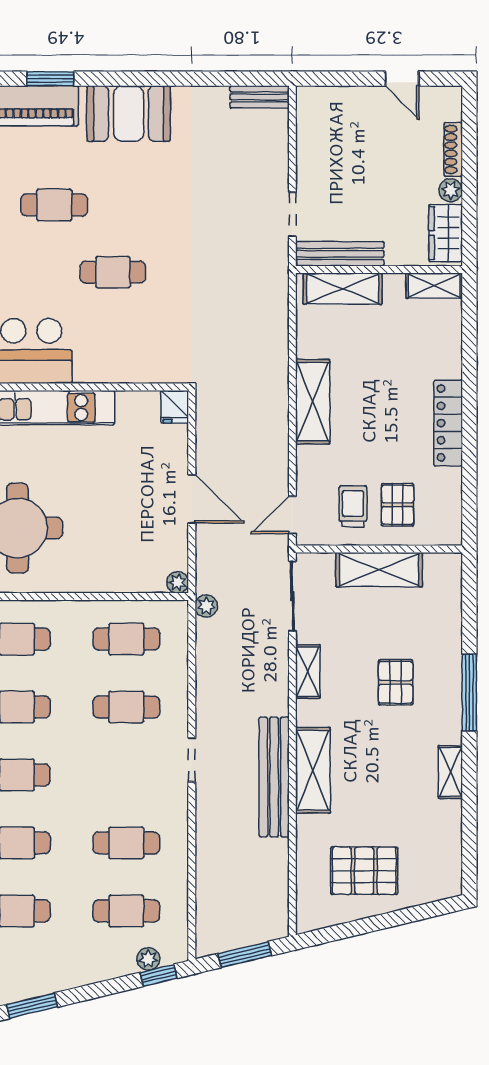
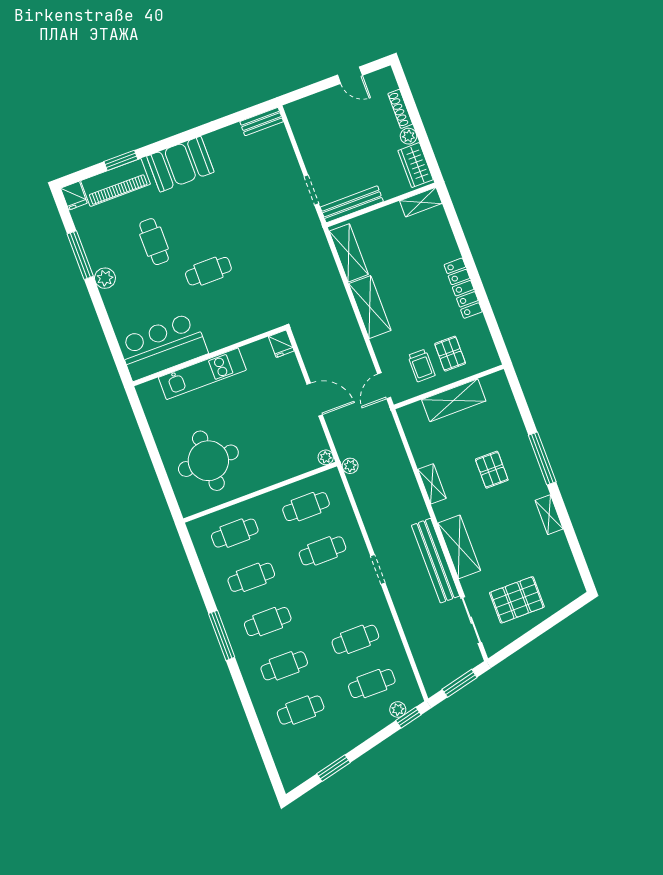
cafe table: (54, 205) -> (154, 242), turned 90
shelving: (343, 289) -> (349, 253), moved, turned 90
trolley: (353, 506) -> (421, 365), turned 180
sliding door: (292, 596) -> (471, 620), moved

